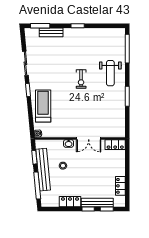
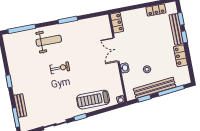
double door: (89, 138) -> (116, 49), swing flipped

